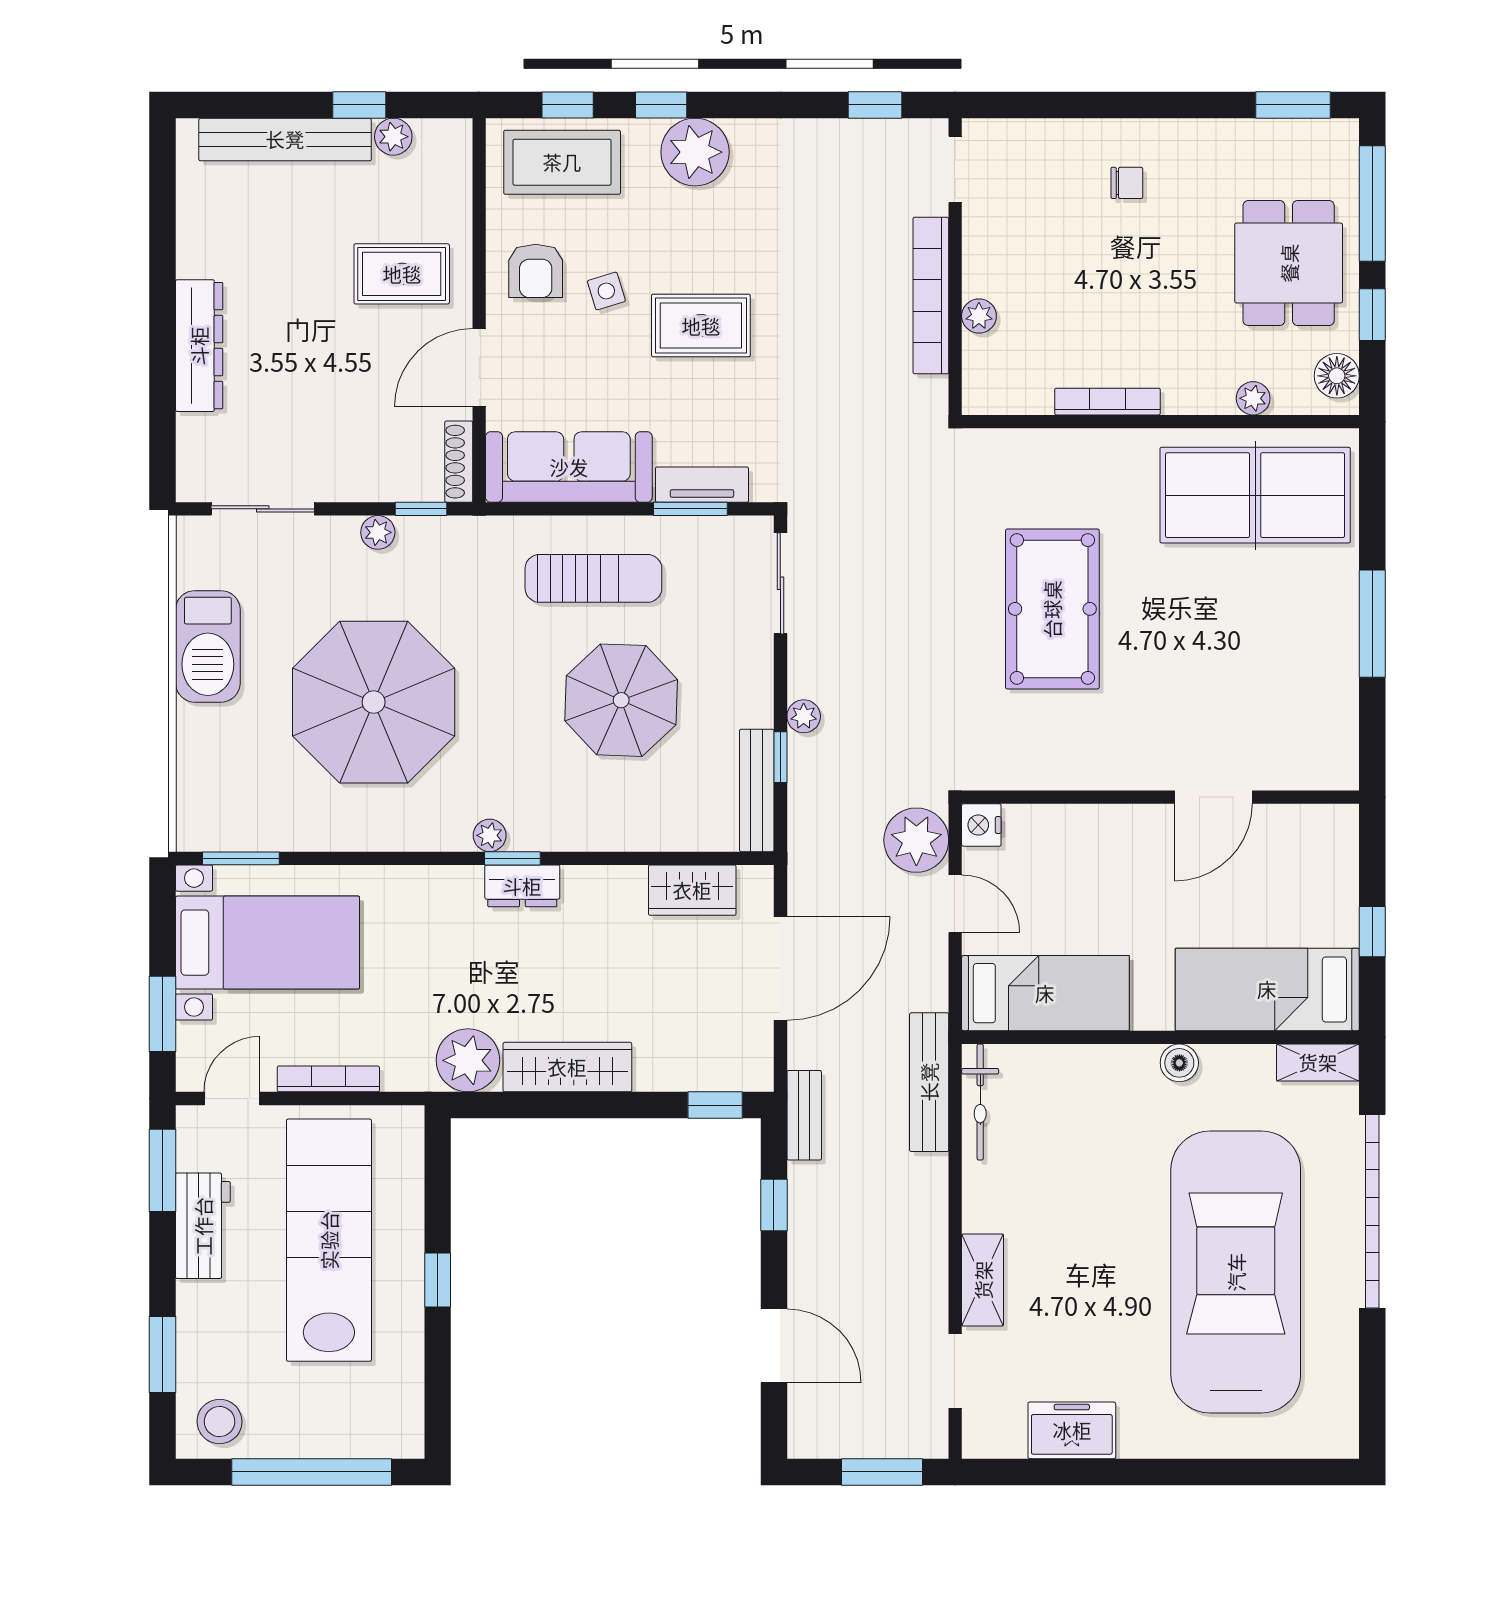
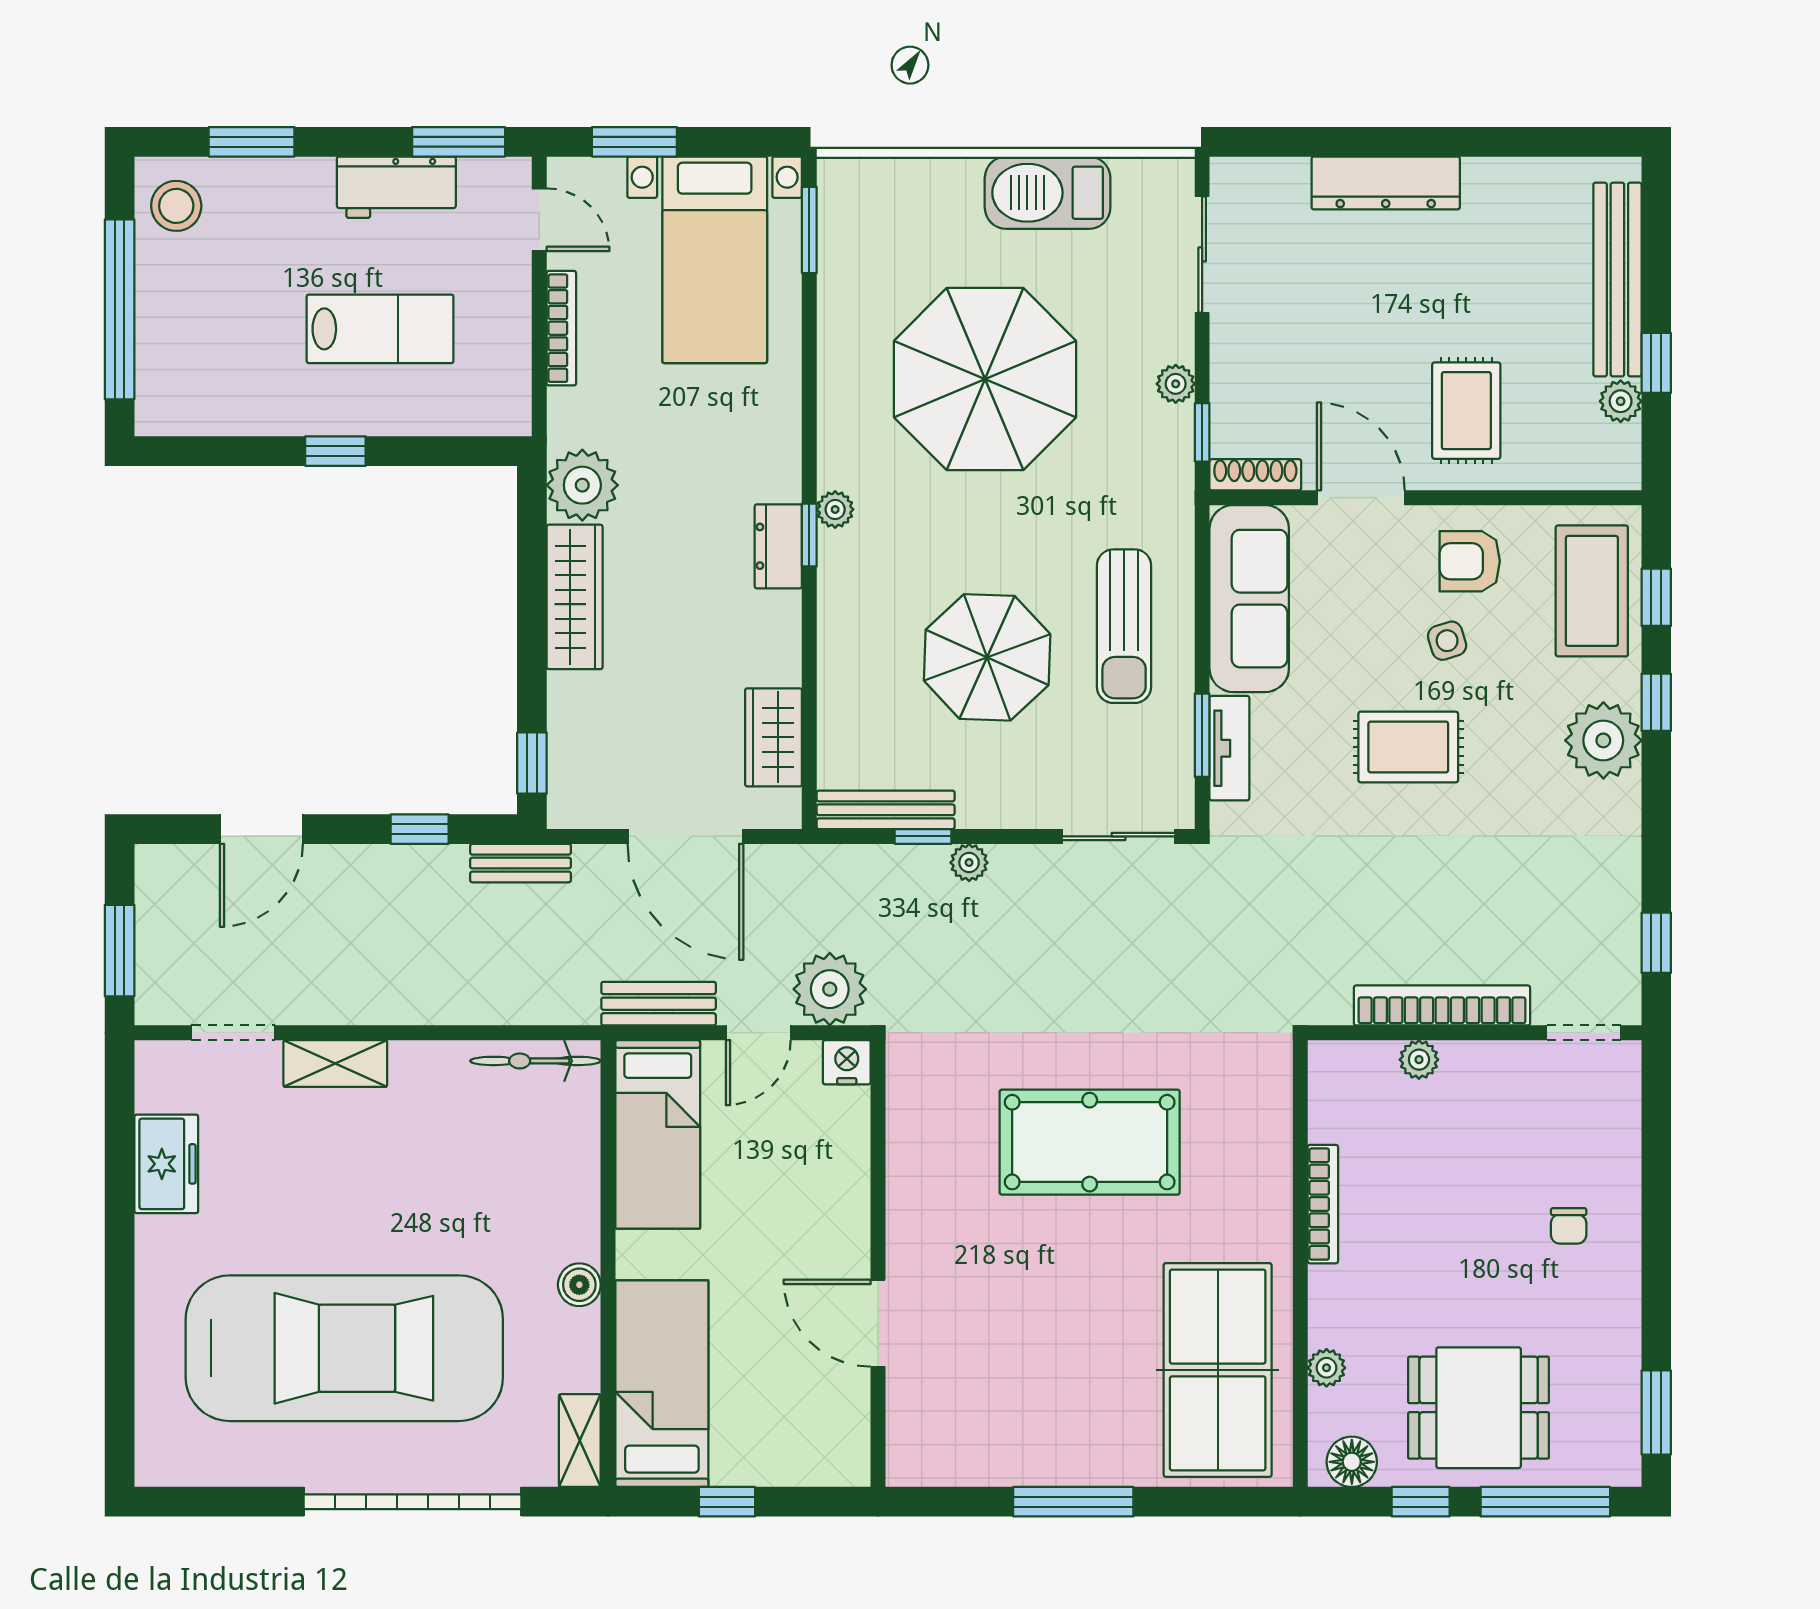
rug: (701, 326) -> (1408, 747), turned 90
bench: (929, 1082) -> (659, 1004), moved, width x0.73
lab bench: (329, 1240) -> (380, 329), width x0.54, depth x0.72

